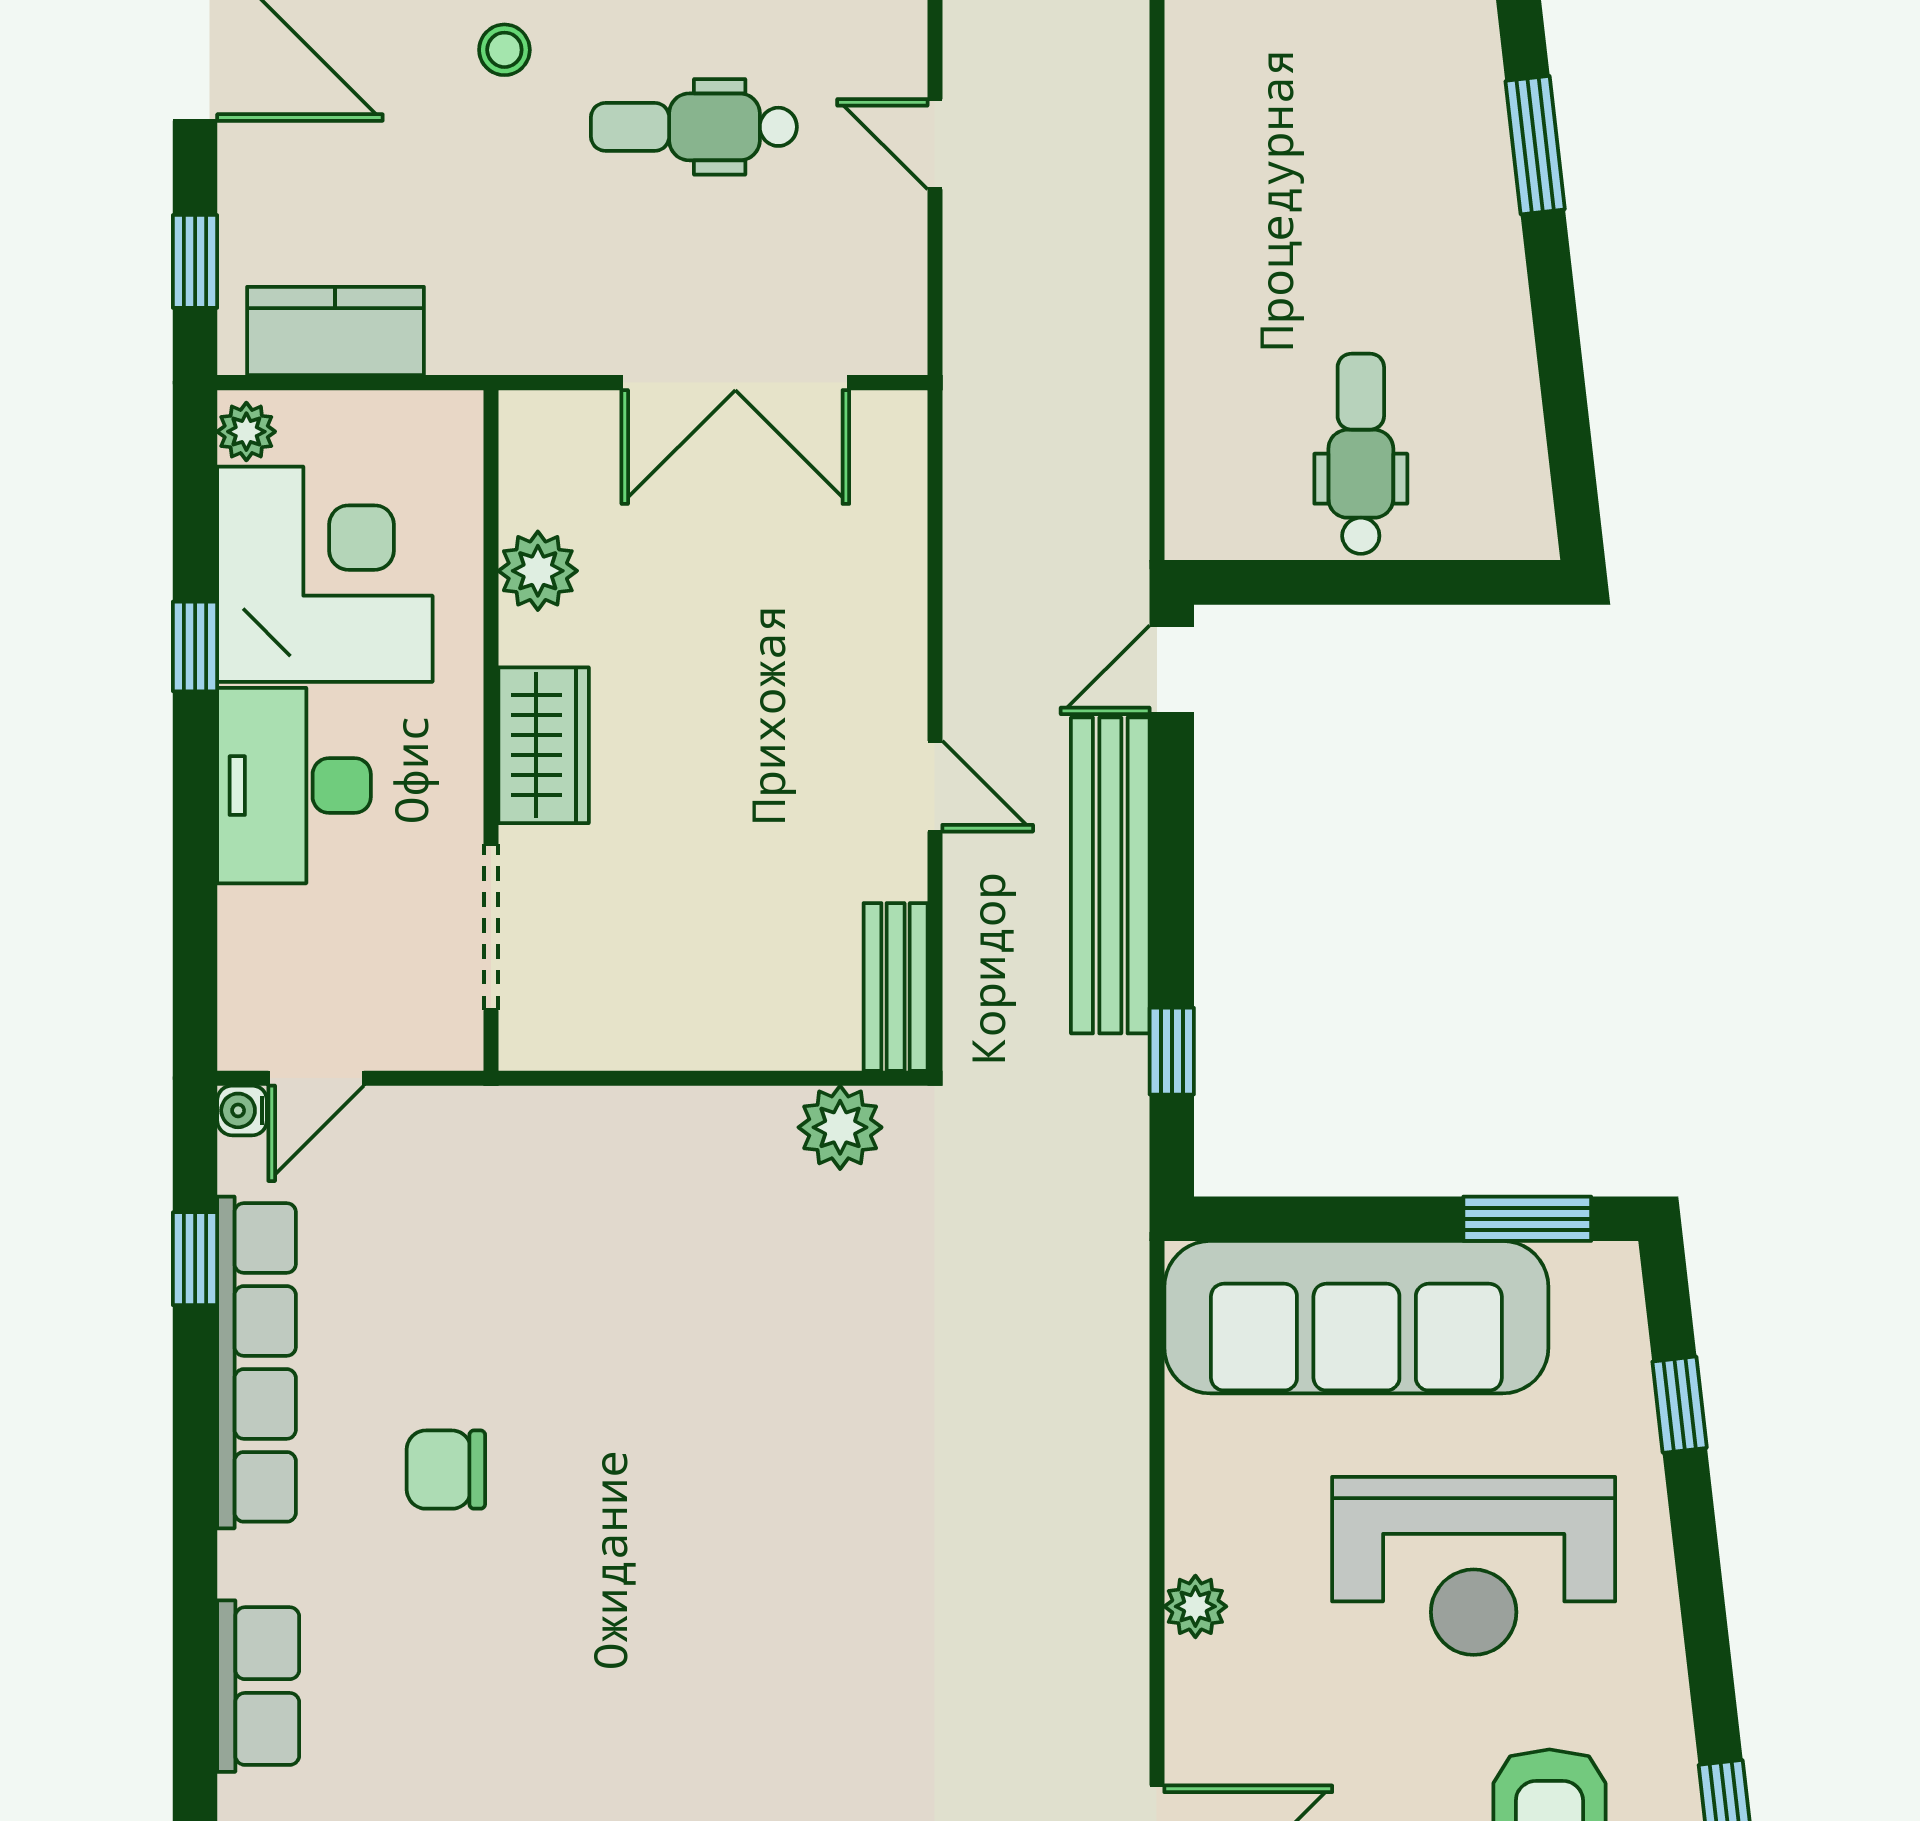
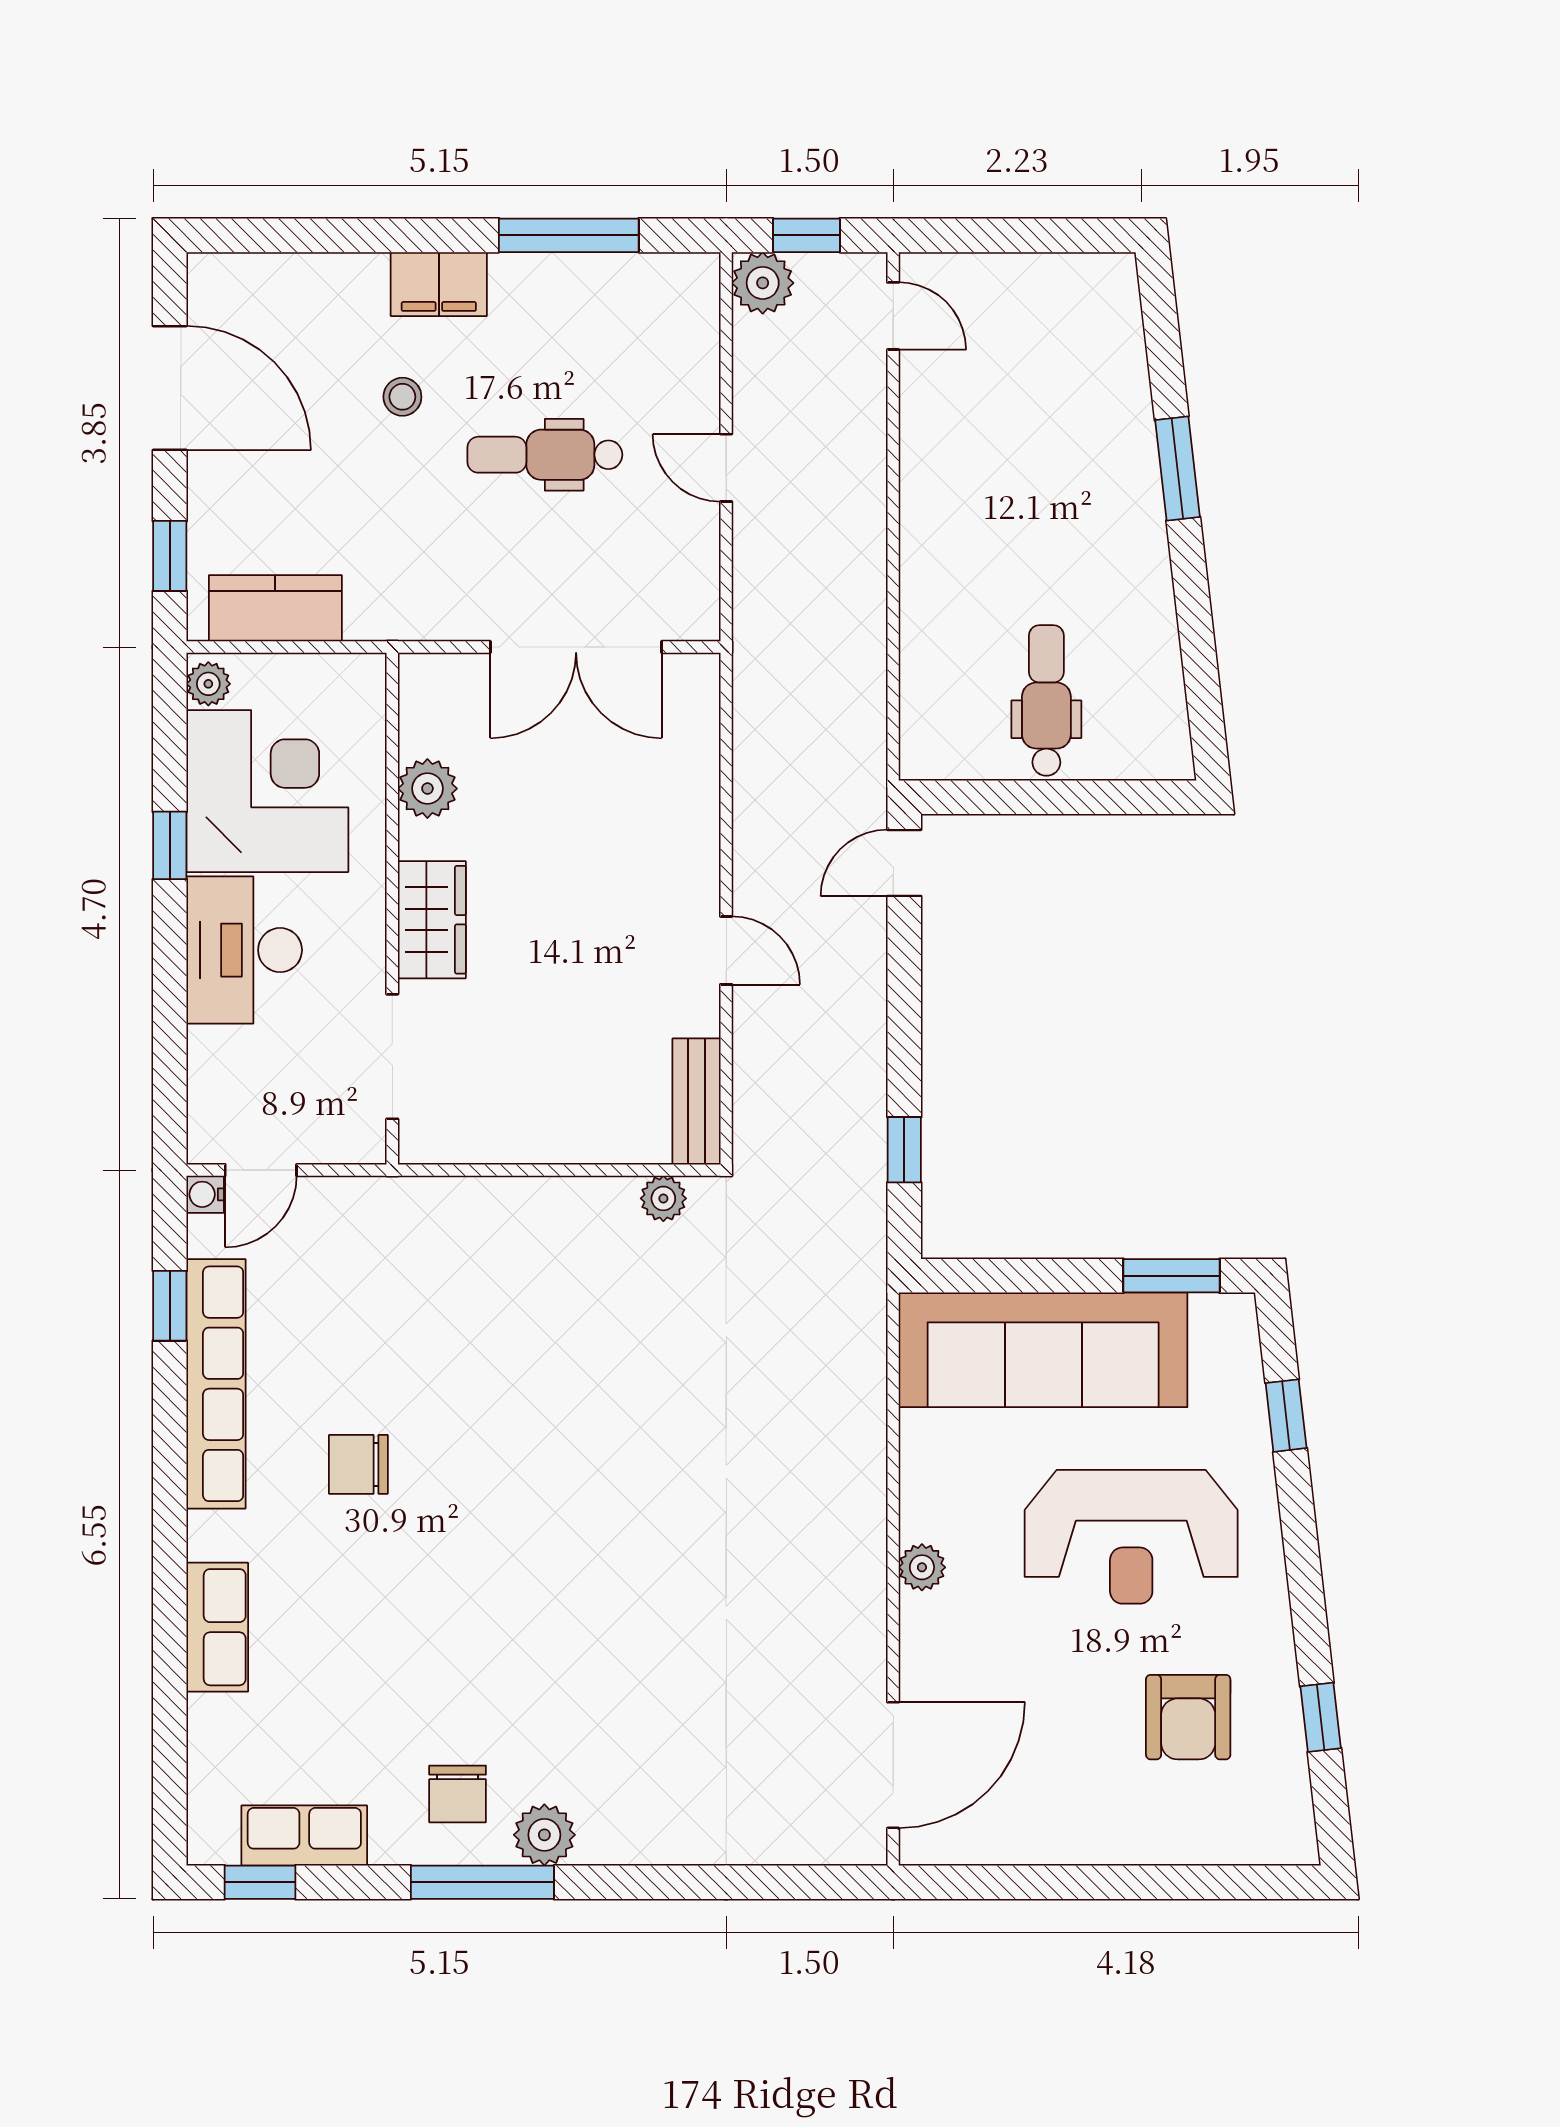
bench: (1110, 875) -> (858, 1018), removed
plant: (840, 1127) -> (663, 1198), width x0.73, depth x0.73

